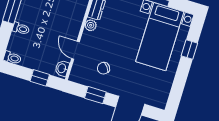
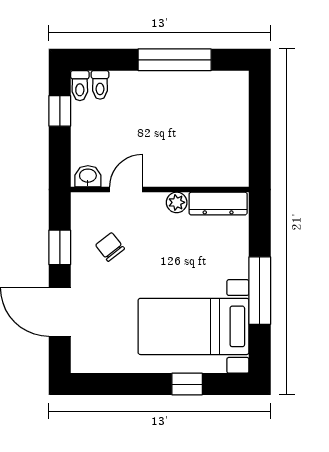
toilet: (21, 29) -> (100, 85), moved
window: (40, 78) -> (60, 111), moved

